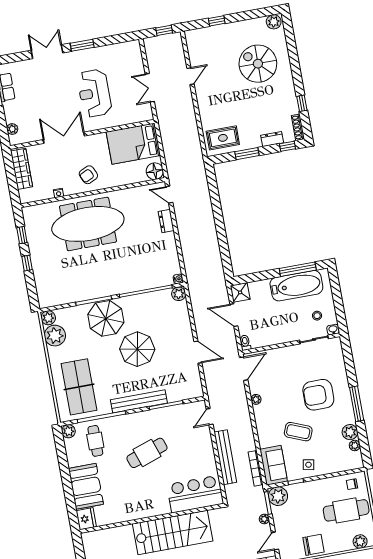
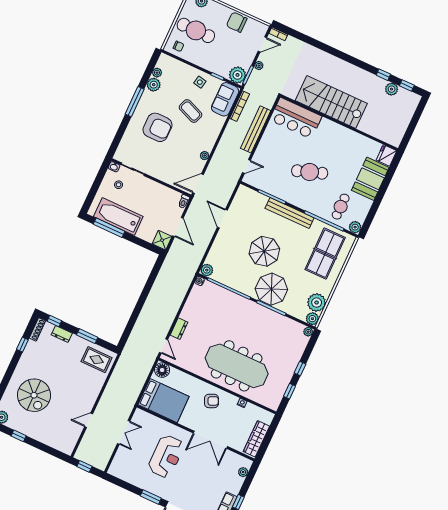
window: (217, 21) -> (19, 436), moved
plant: (44, 303) -> (308, 332), added

